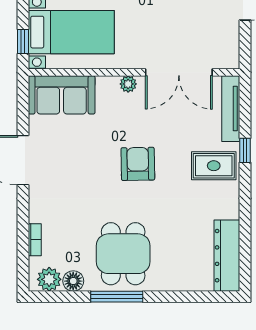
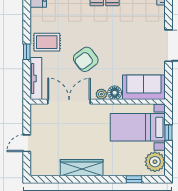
window: (23, 41) -> (169, 133), moved
floor lamp: (107, 86) -> (115, 93), added
armchair: (138, 164) -> (86, 59), moved, turned 54

